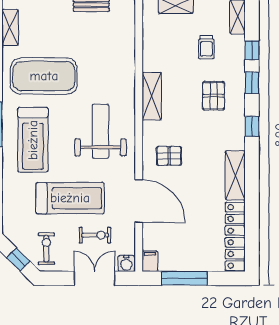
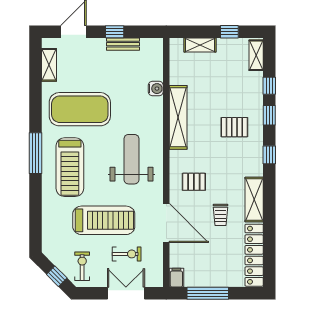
trolley: (206, 47) -> (220, 215), moved
shelving: (152, 96) -> (178, 117), width x1.47
pallet: (214, 96) -> (234, 127), turned 90
water cooler: (126, 263) -> (156, 89), moved, turned -90

